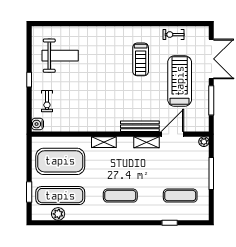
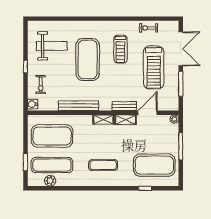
exercise mat: (102, 72) -> (88, 59), added
treadmill: (180, 81) -> (154, 67), turned 180
bench: (91, 126) -> (78, 106), added
bench: (140, 126) -> (124, 106), width x0.73
shelving: (104, 142) -> (103, 120), moved
exercise mat: (180, 196) -> (154, 165), width x2.00, depth x1.45

